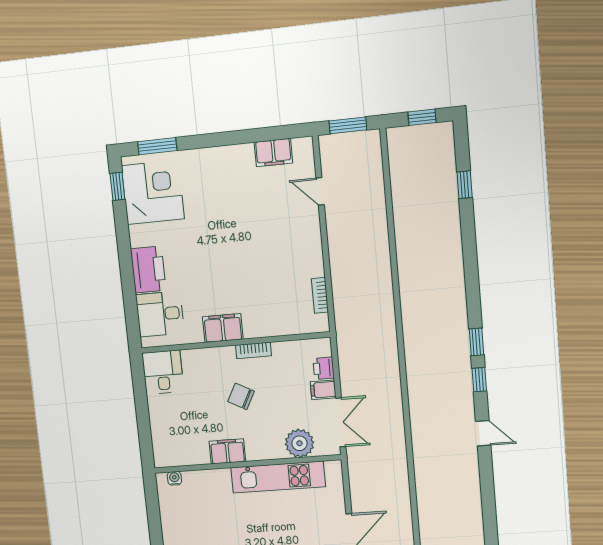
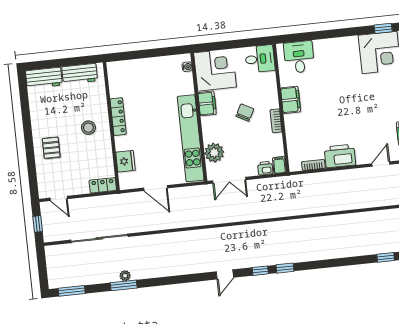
printer: (148, 269) -> (340, 156), moved, turned 180
filing cabinet: (323, 390) -> (279, 165), moved
corner desk: (179, 438) -> (215, 70), added
kitchen unit: (278, 477) -> (191, 138), width x1.36

